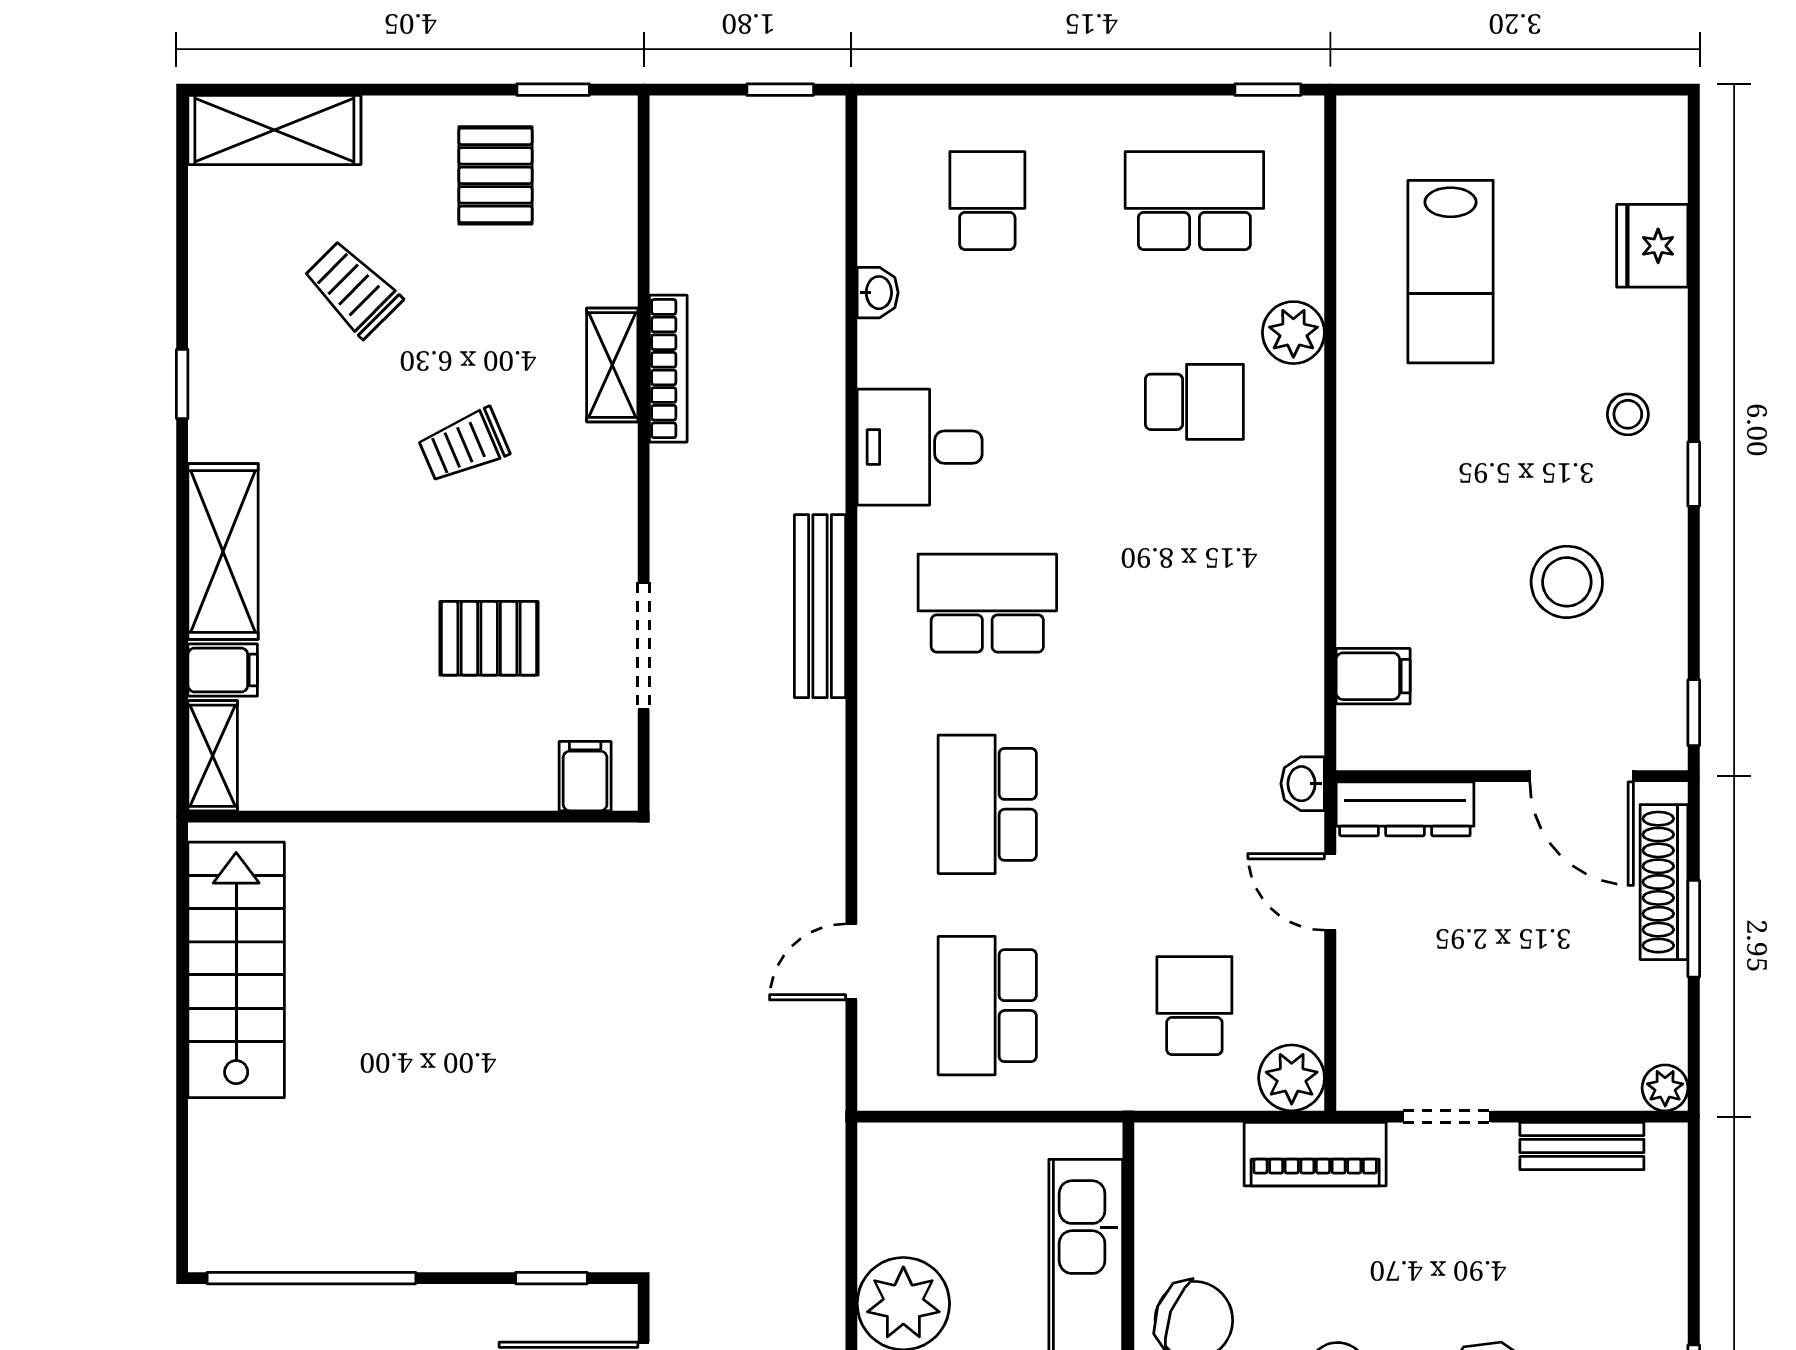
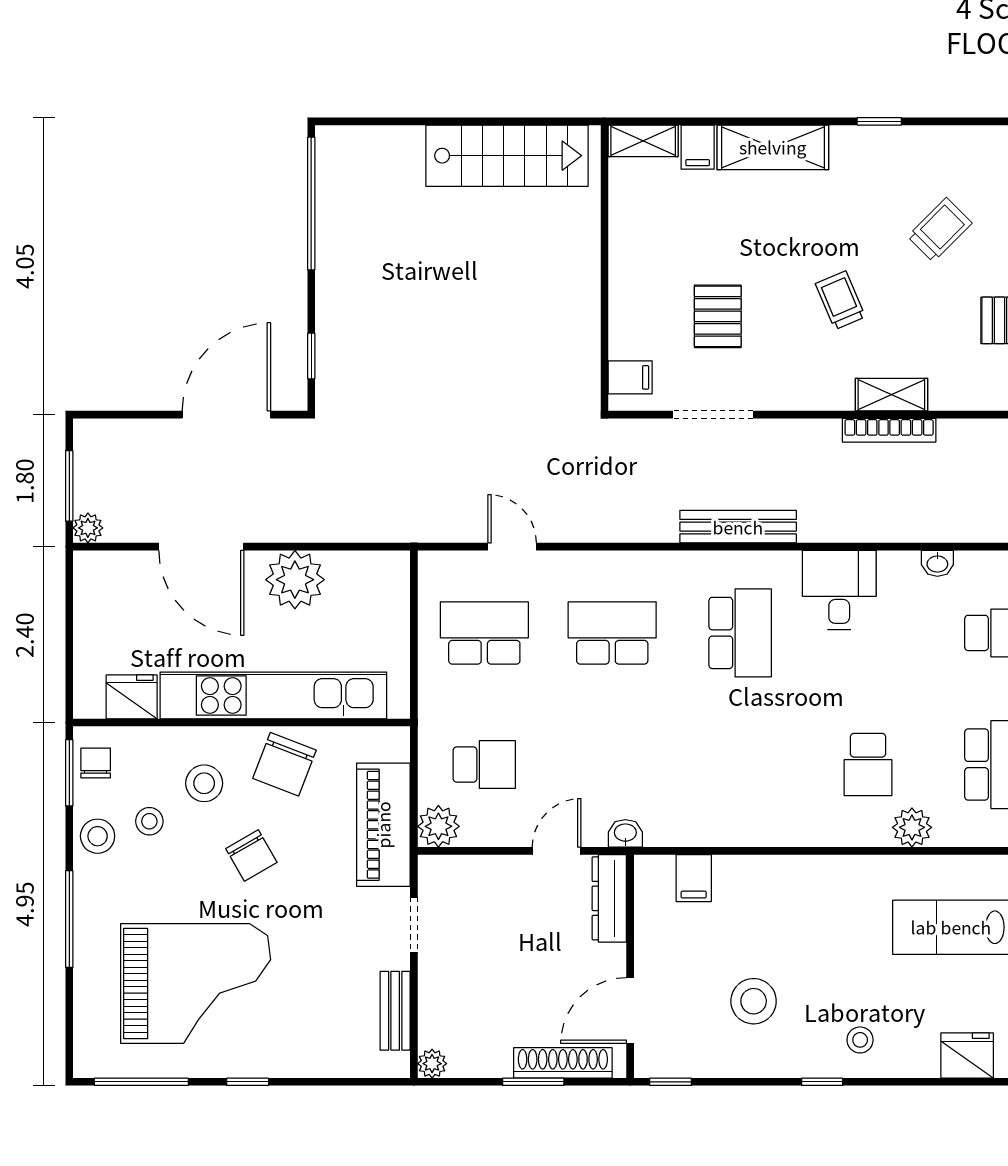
piano: (1315, 1154) -> (383, 825), width x1.37, depth x1.33

